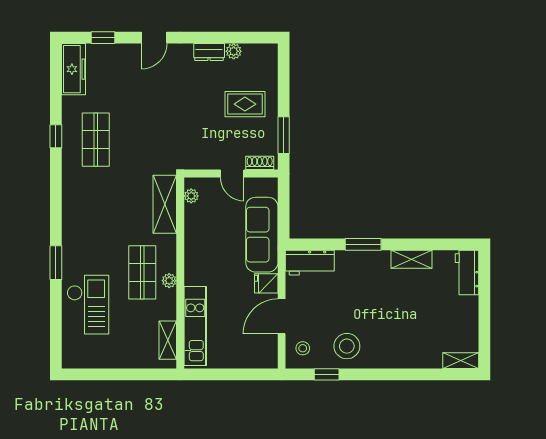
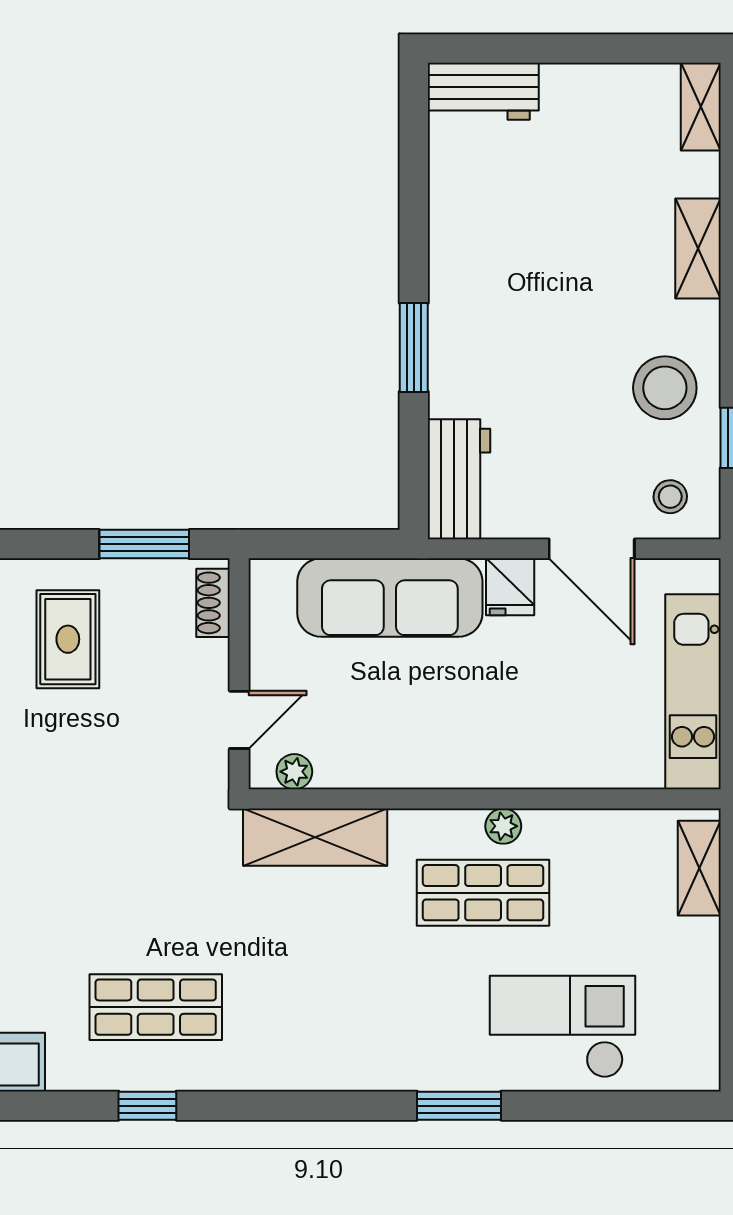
door: (232, 174) -> (239, 720), moved
shelving: (411, 259) -> (698, 249), moved
kitchen unit: (195, 326) -> (693, 692), moved, turned -90
shelving: (168, 340) -> (699, 868), moved, turned 90

